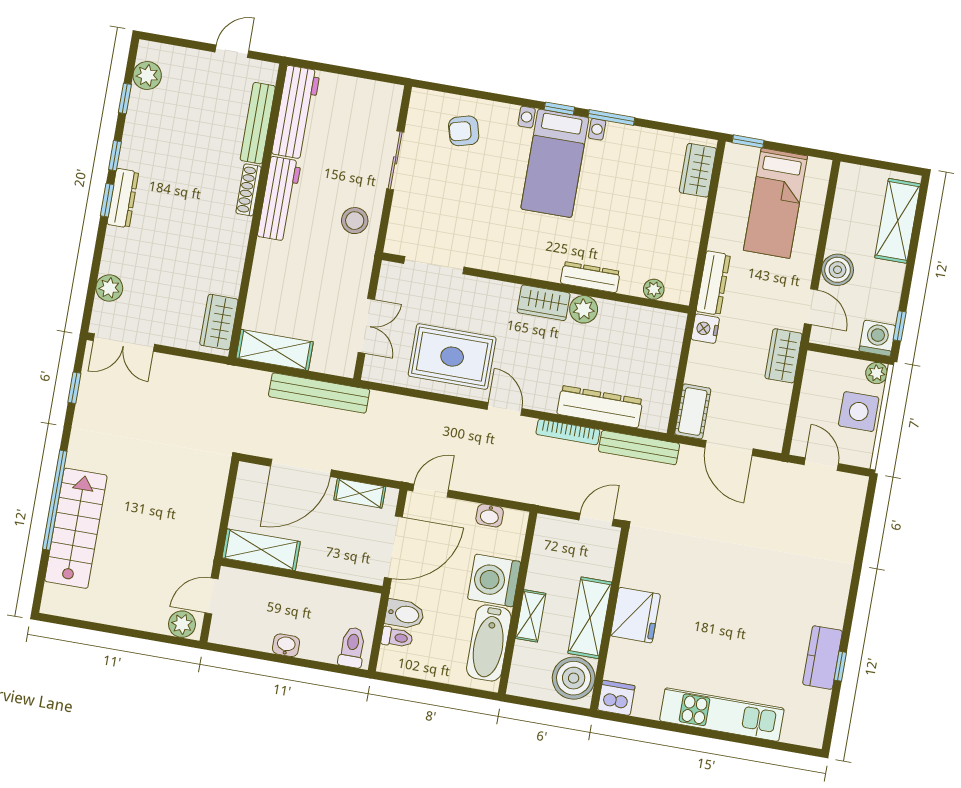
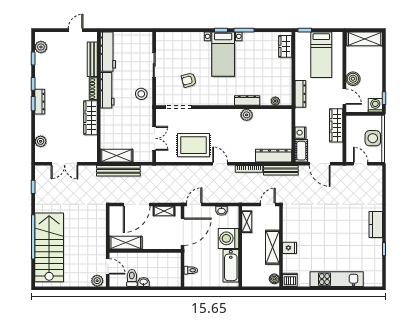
armchair: (464, 131) -> (189, 80), moved
shelving: (898, 221) -> (365, 39), moved, turned 90
wardrobe: (544, 303) -> (229, 115), removed
wardrobe: (219, 322) -> (90, 118), moved, width x1.50
nightstand: (705, 329) -> (300, 133), moved
double door: (124, 342) -> (65, 164), moved
wardrobe: (784, 356) -> (336, 125), width x1.50
plant: (877, 373) -> (378, 120), removed
bench: (319, 393) -> (118, 171), moved
dresser: (600, 407) -> (274, 156), moved
stairs: (76, 528) -> (49, 247), width x1.36, depth x1.51
door: (211, 596) -> (108, 266), swing flipped
bidet: (405, 614) -> (192, 260), removed
fridge: (635, 615) -> (290, 248), width x0.53, depth x0.75
shelving: (531, 616) -> (247, 222), moved
toilet: (352, 647) -> (132, 278), moved
kitchen counter: (823, 658) -> (376, 225), moved
boiler: (574, 678) -> (274, 279), width x0.54, depth x0.54

